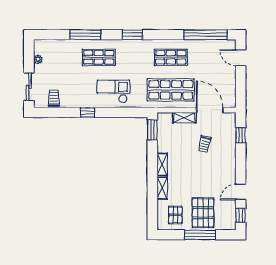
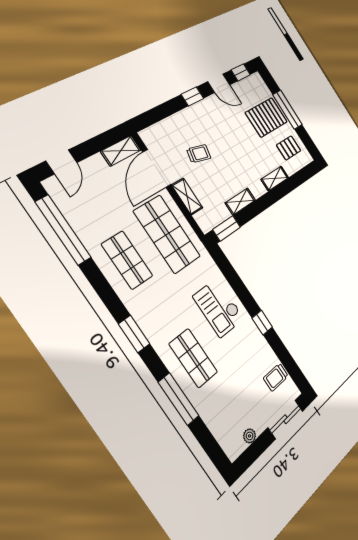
shelving: (230, 95) -> (121, 151), added
window: (241, 135) -> (192, 96), moved
shelving: (162, 165) -> (240, 201), moved

